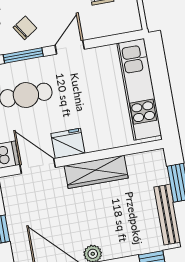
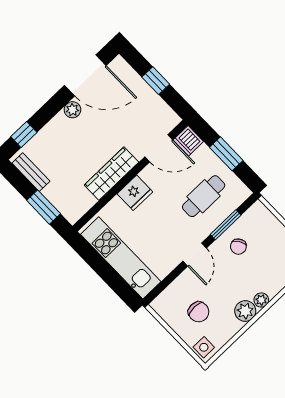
fridge: (68, 143) -> (135, 193), moved
bench: (167, 215) -> (31, 172), width x0.73

